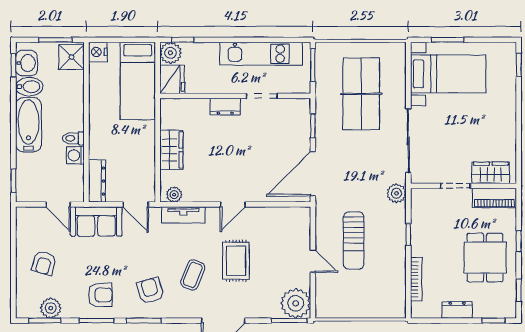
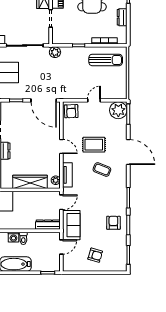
wardrobe: (171, 150) -> (30, 182), width x1.50
washing machine: (75, 155) -> (13, 237), moved
sun lounger: (354, 241) -> (106, 60), moved
armchair: (150, 291) -> (71, 111), moved, turned -76
plant: (51, 308) -> (121, 251), removed

